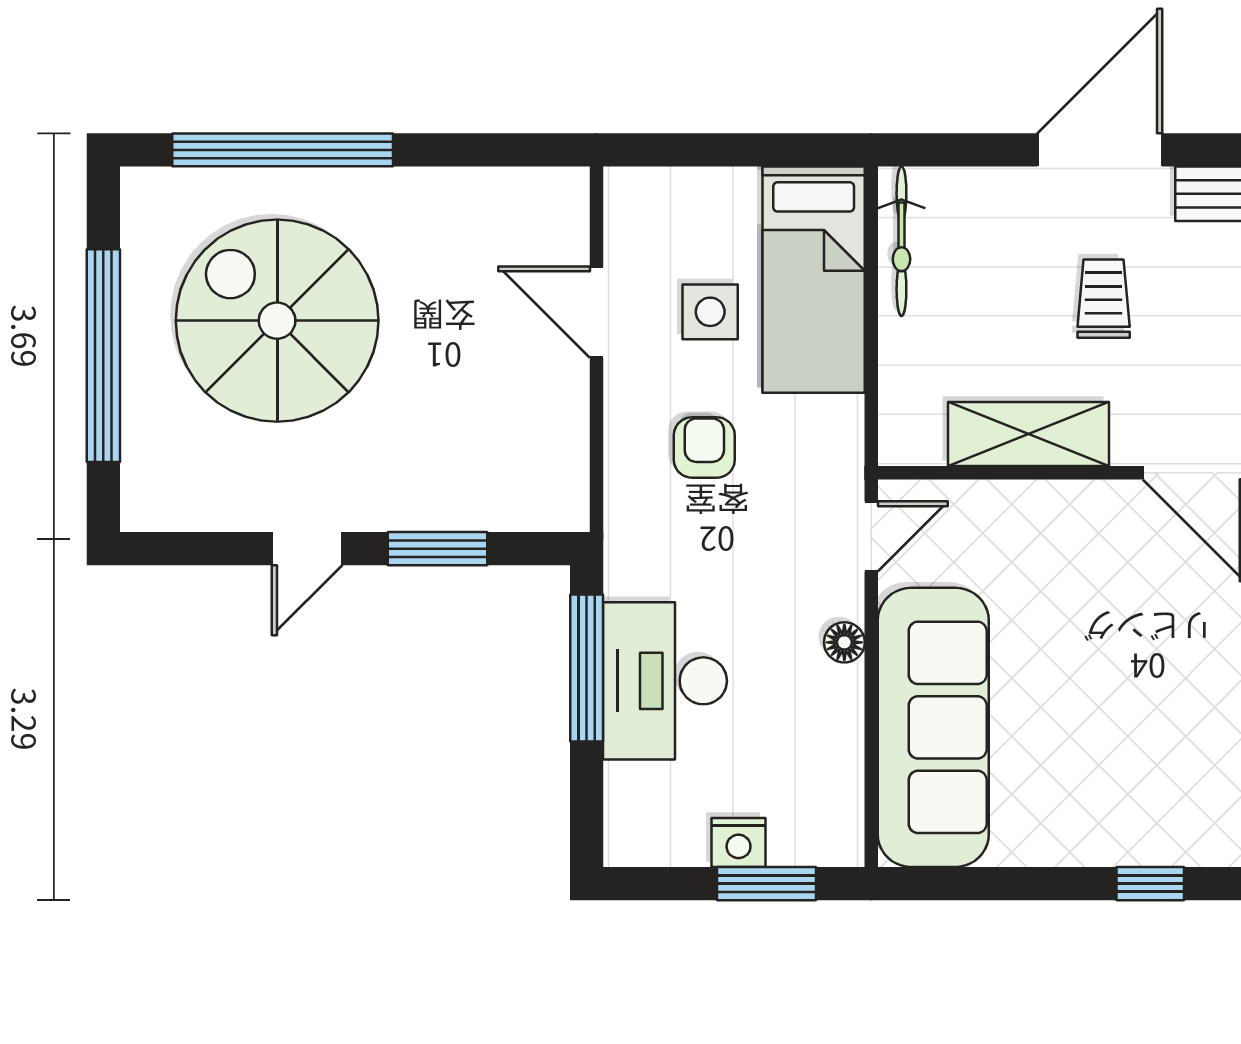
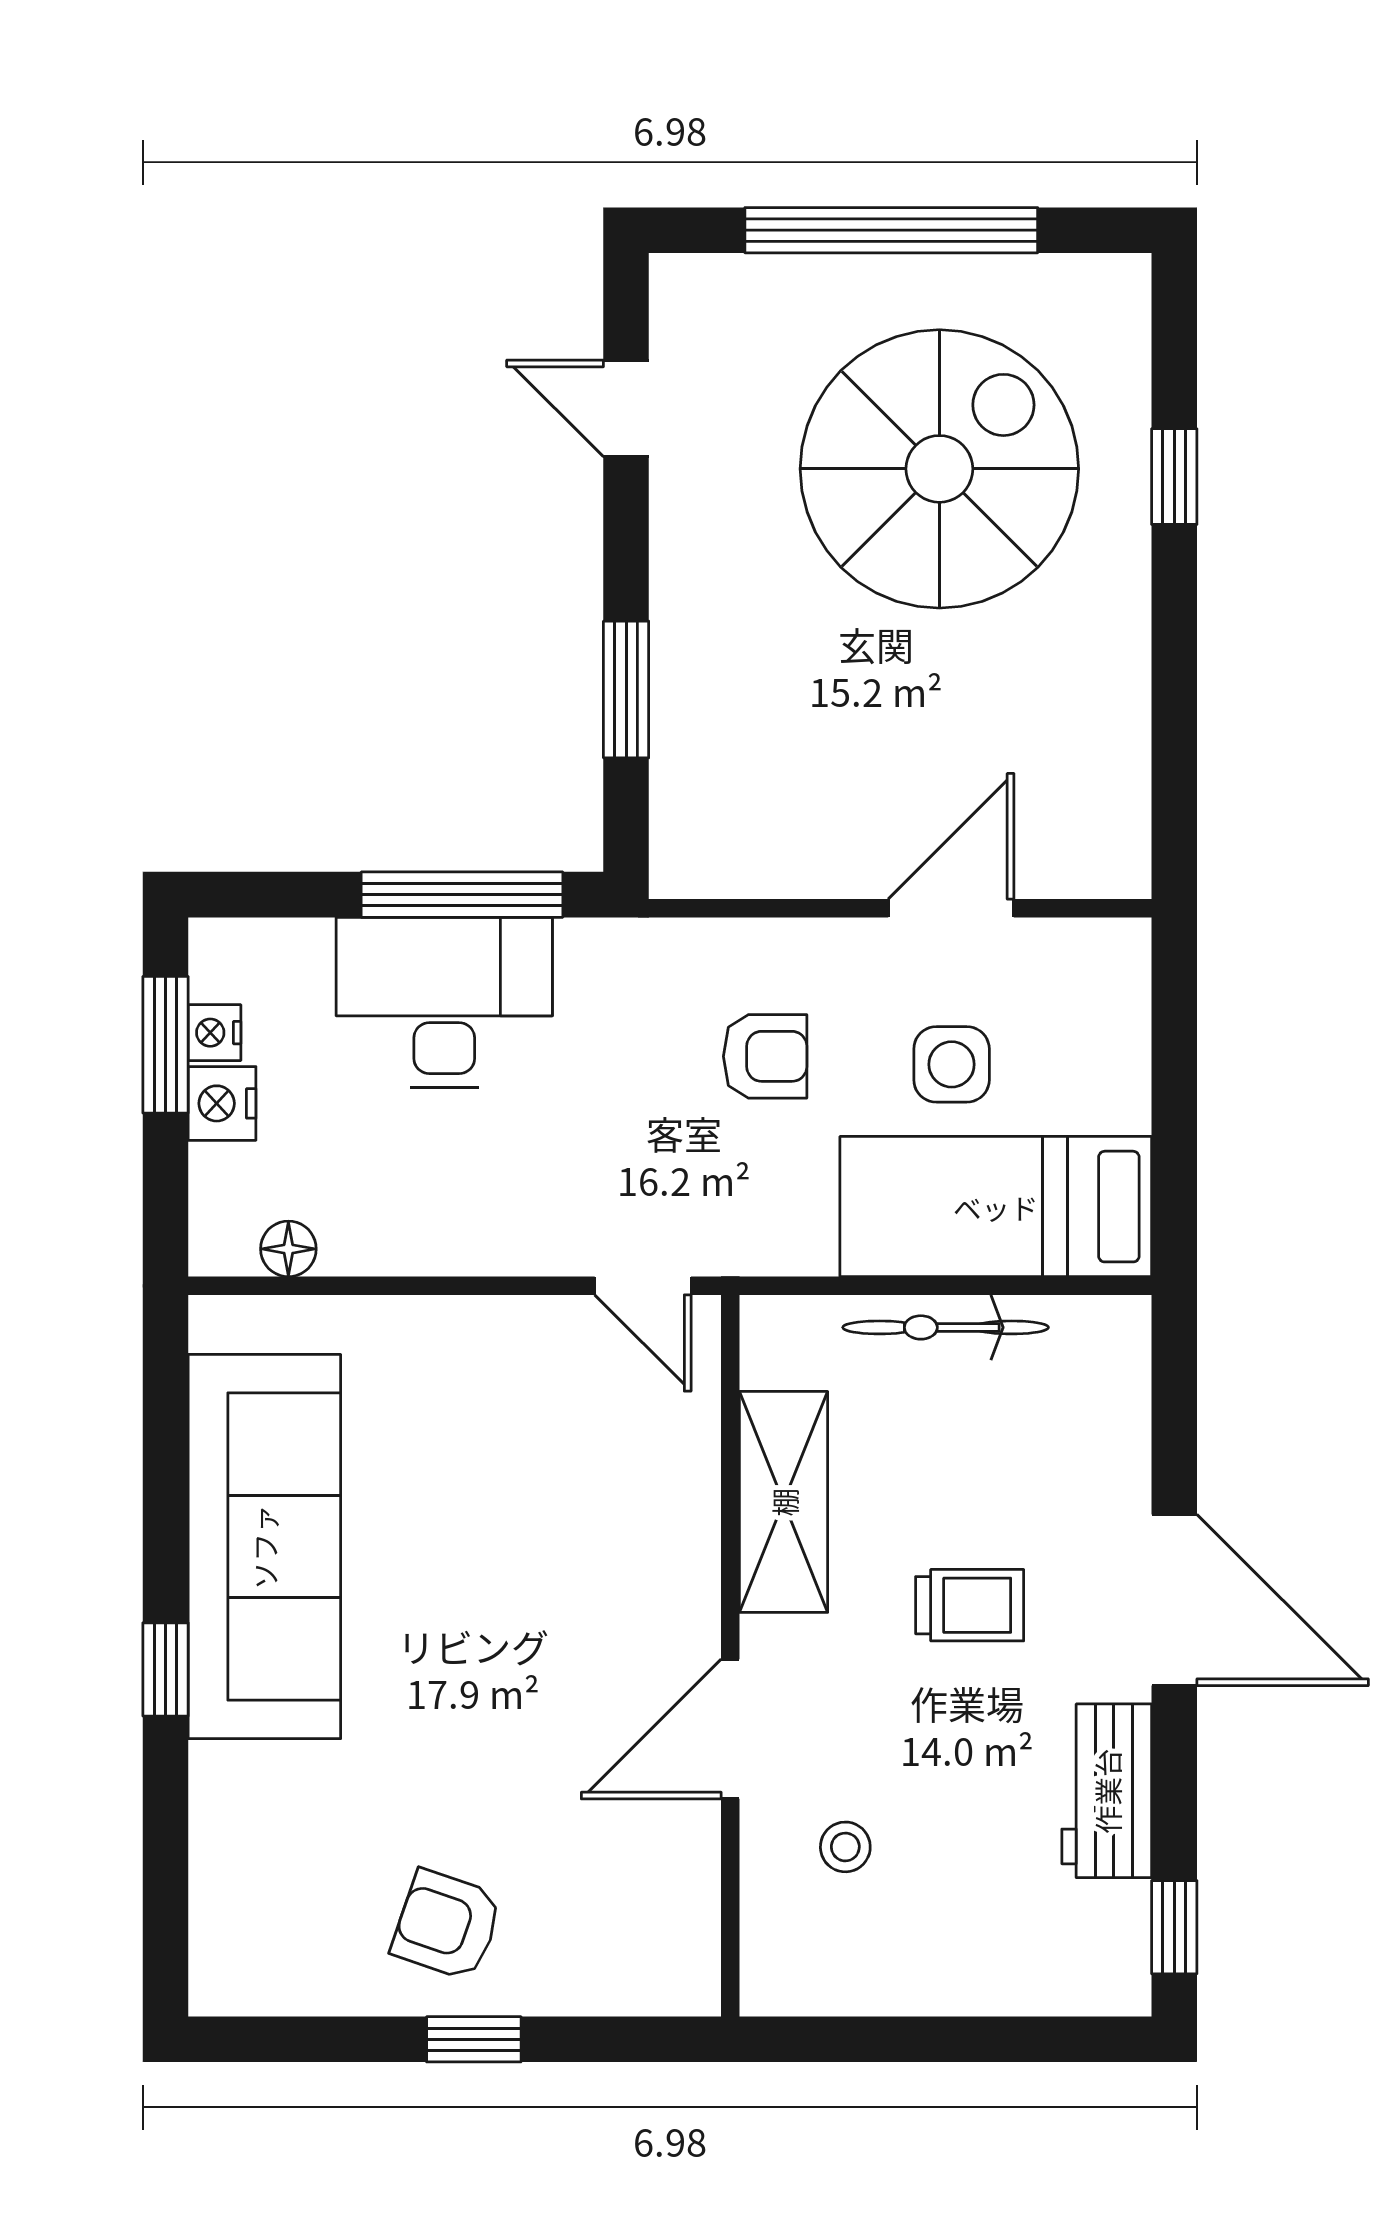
window: (283, 150) -> (1174, 477), width x0.32
bicycle: (901, 241) -> (946, 1327), moved
door: (307, 549) -> (626, 408), moved
floor lamp: (844, 642) -> (288, 1249), moved
sofa: (933, 727) -> (264, 1547), moved, turned -90
nightstand: (687, 848) -> (214, 1033), added
window: (766, 884) -> (165, 1045), moved

